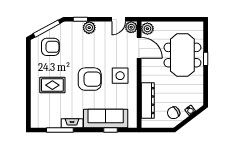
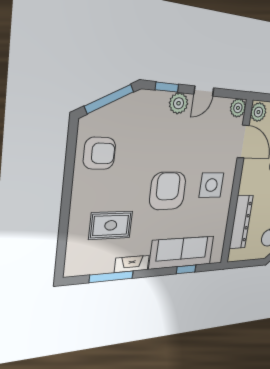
door: (119, 19) -> (204, 91), moved
armchair: (50, 47) -> (99, 153), moved
armchair: (90, 79) -> (168, 191), turned -91
rug: (52, 85) -> (111, 225), moved

